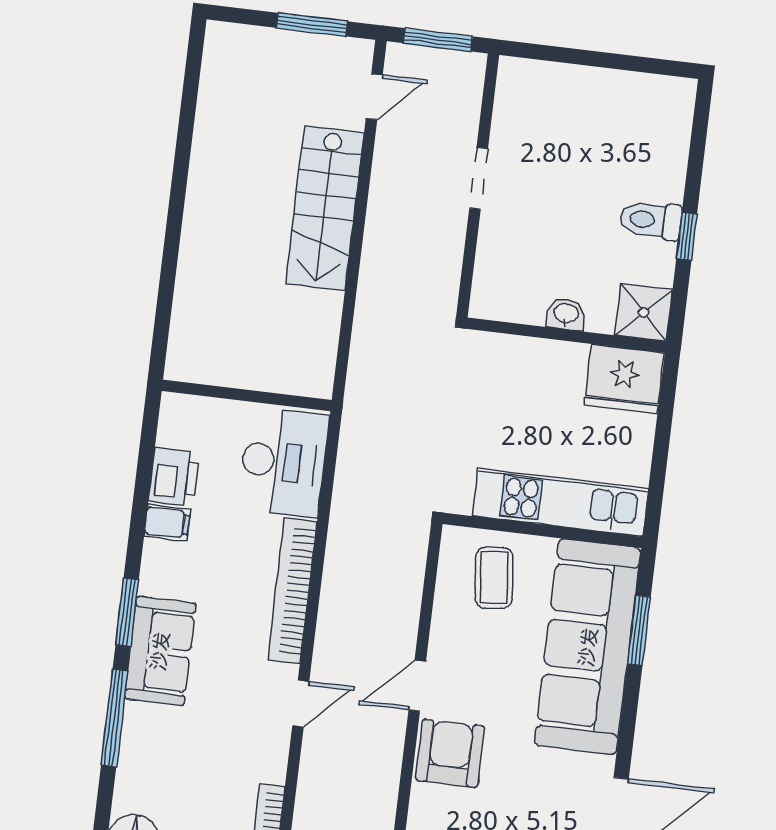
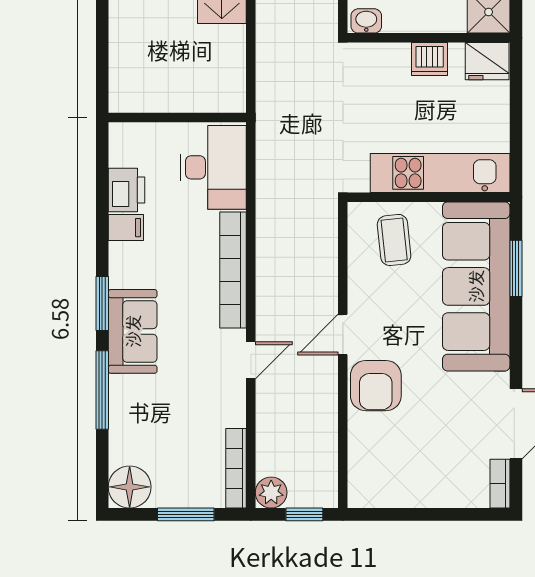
washbasin: (566, 314) -> (366, 21), moved
dishwasher: (564, 361) -> (430, 59), added
fridge: (624, 379) -> (487, 61), width x0.73, depth x0.75
armchair: (450, 753) -> (376, 386), turned 180

